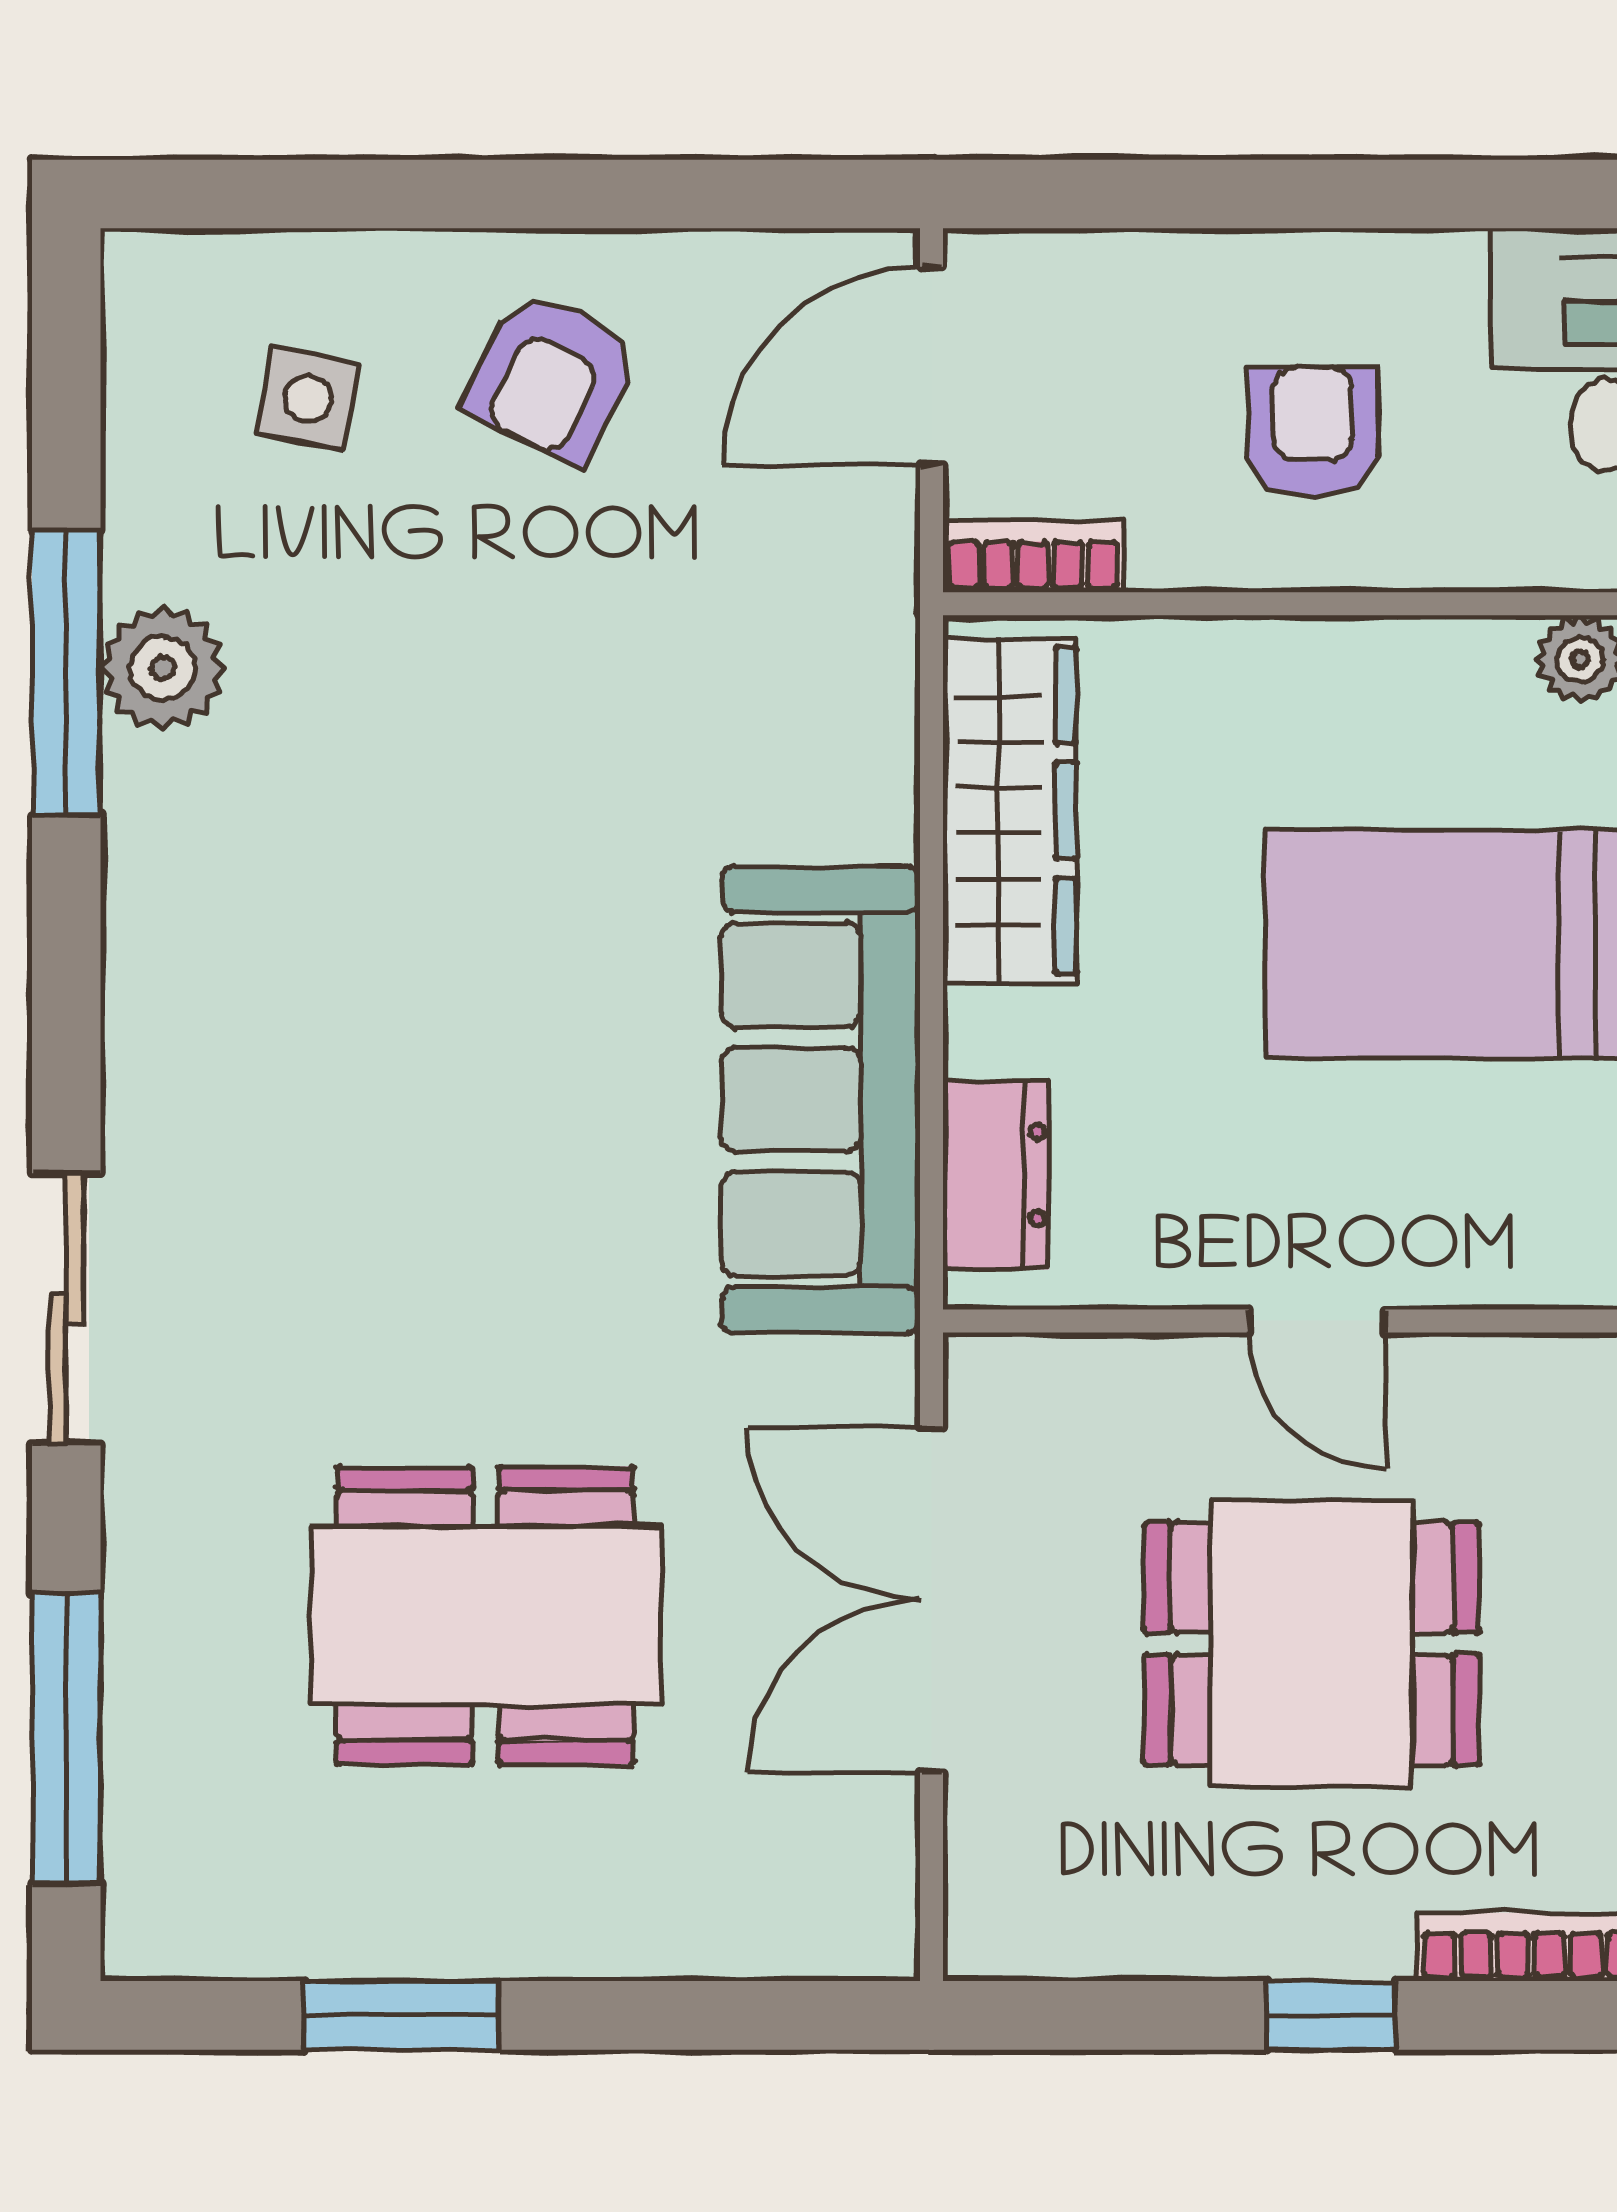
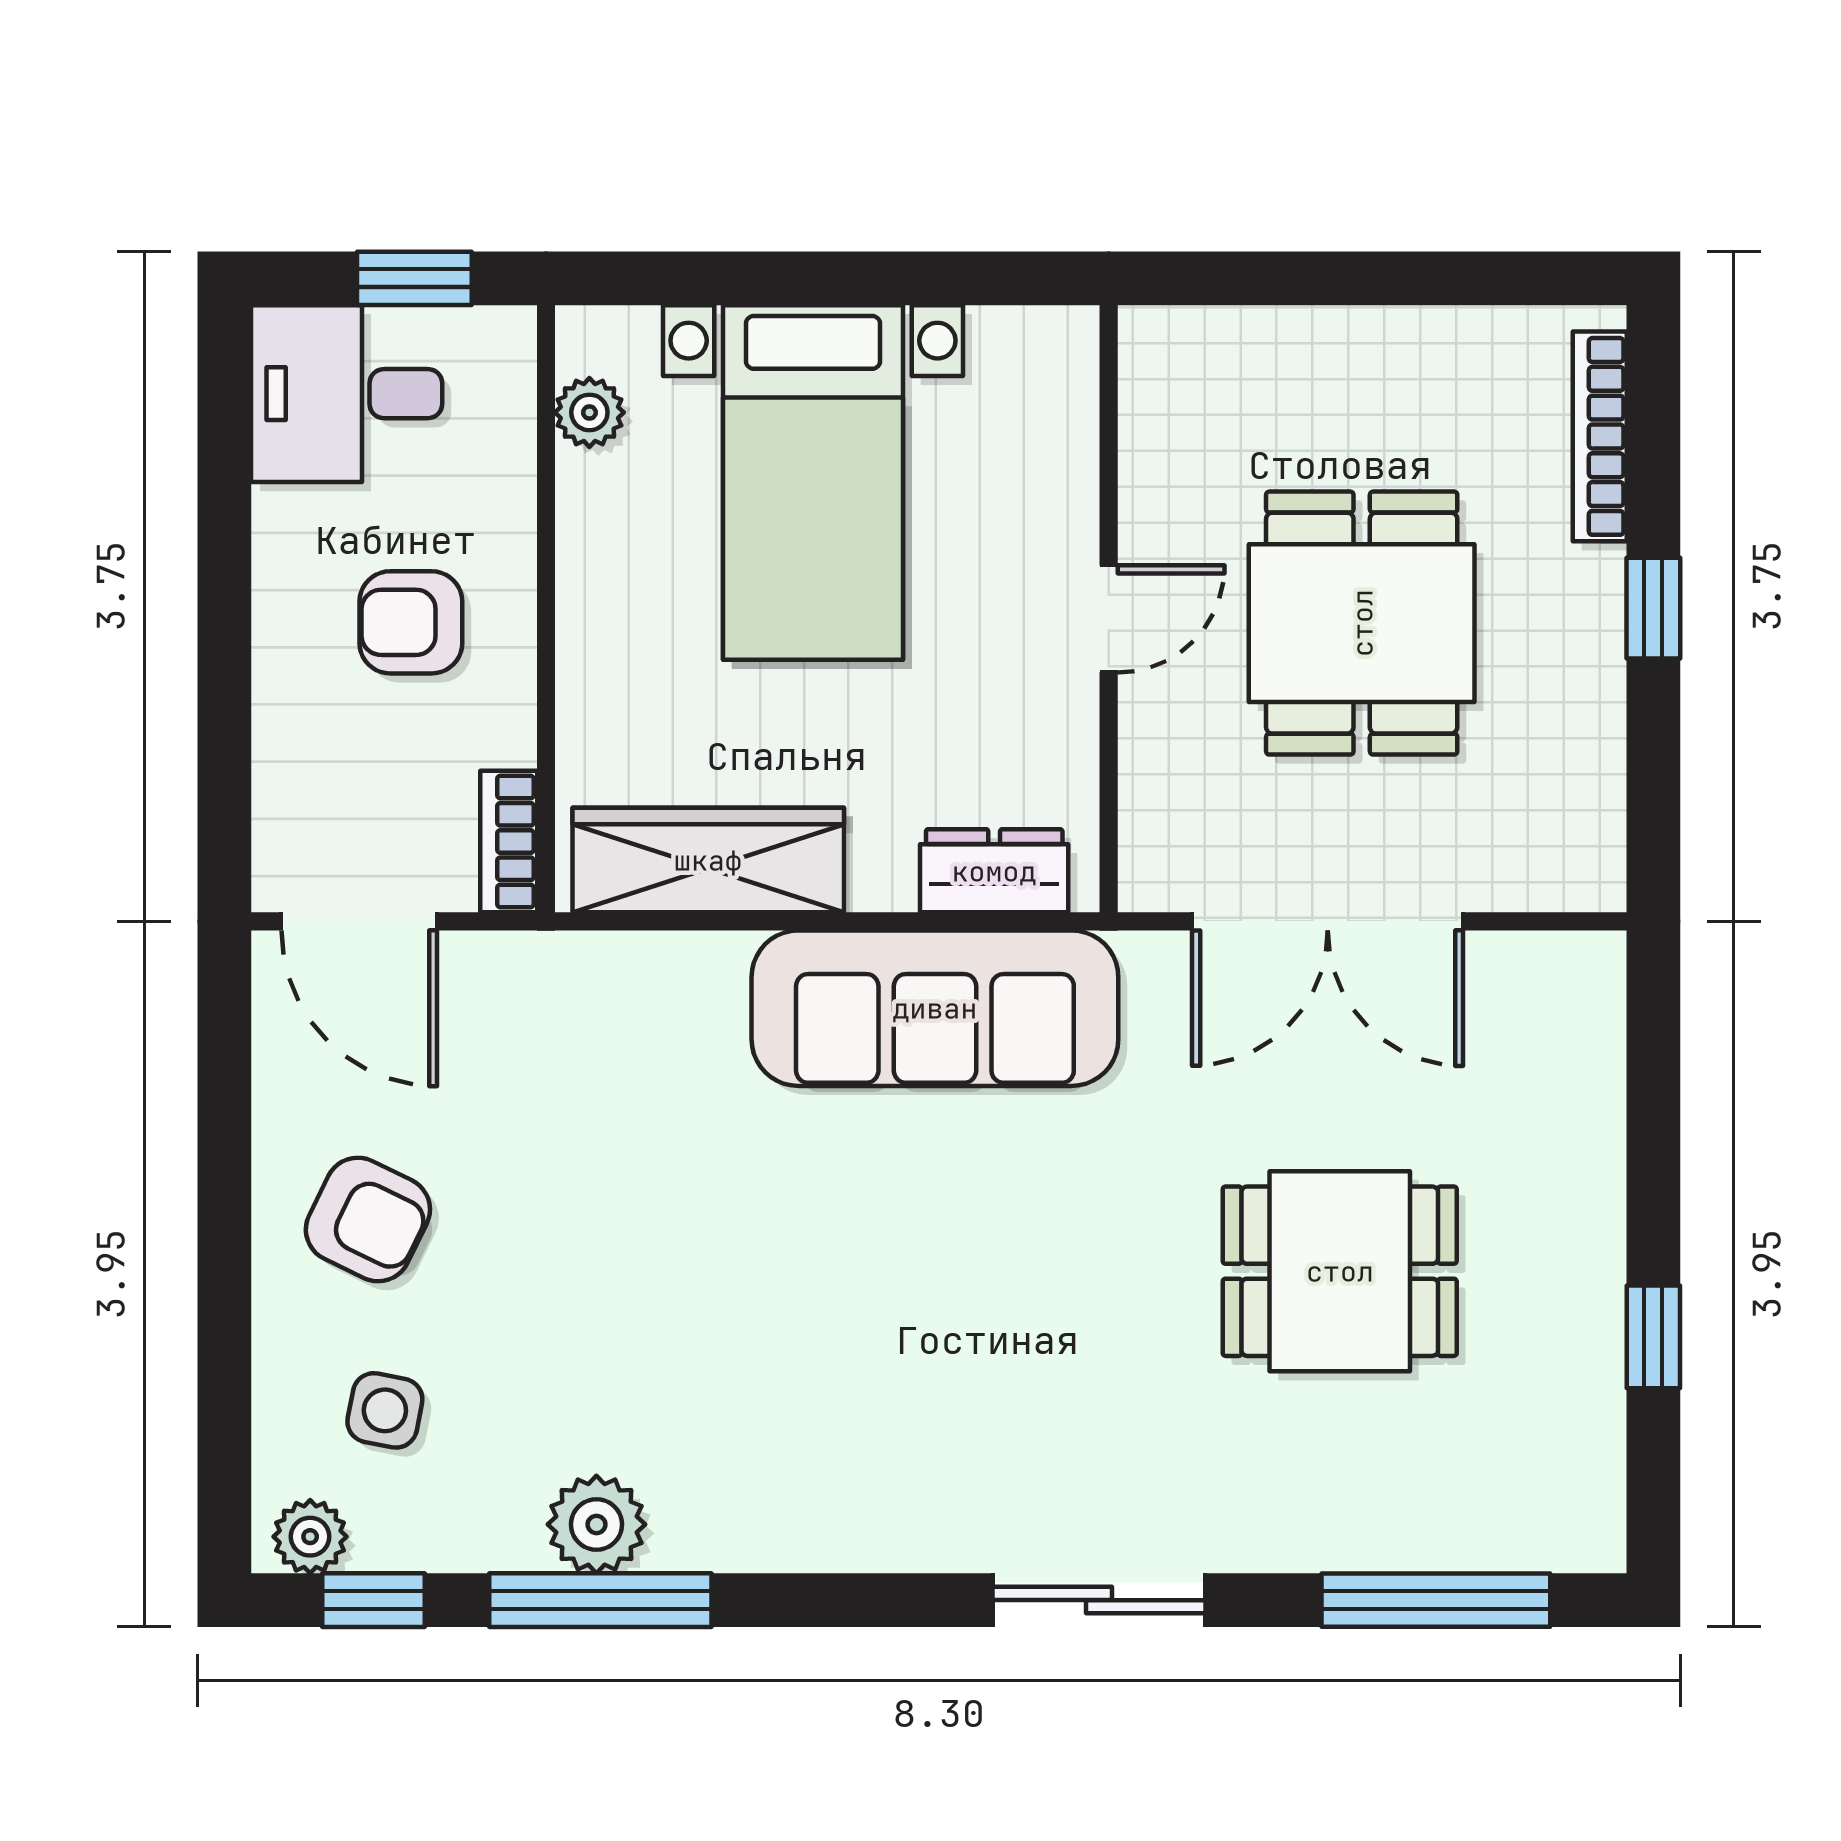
plant: (147, 303) -> (310, 1537), added
window: (66, 384) -> (373, 1600), added
dining table: (485, 1616) -> (1340, 1271), width x0.73
window: (402, 2015) -> (1653, 1337), width x0.67

